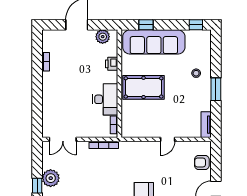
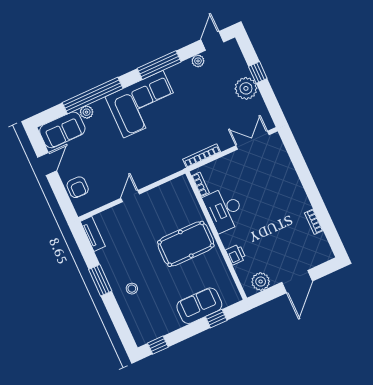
sofa: (154, 42) -> (199, 306), width x0.54, depth x0.79
armchair: (202, 163) -> (78, 187), turned 91

